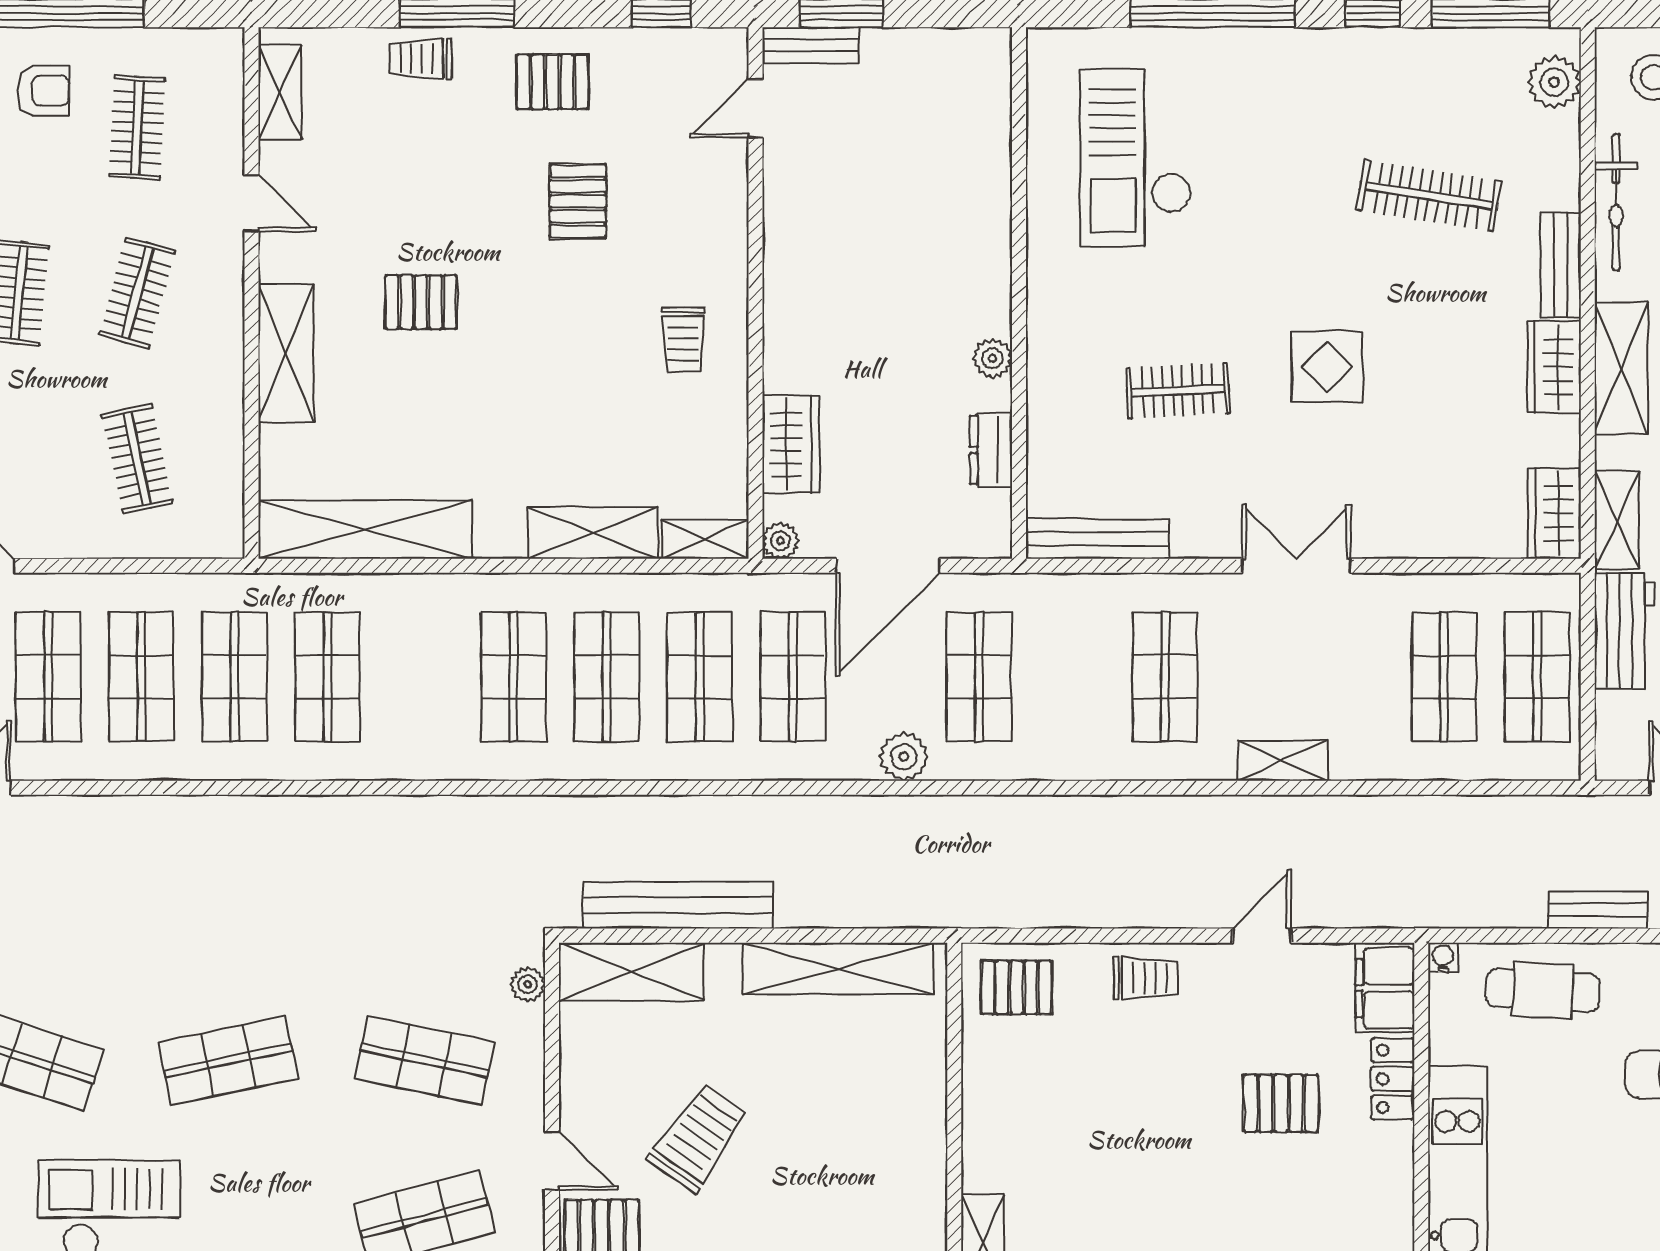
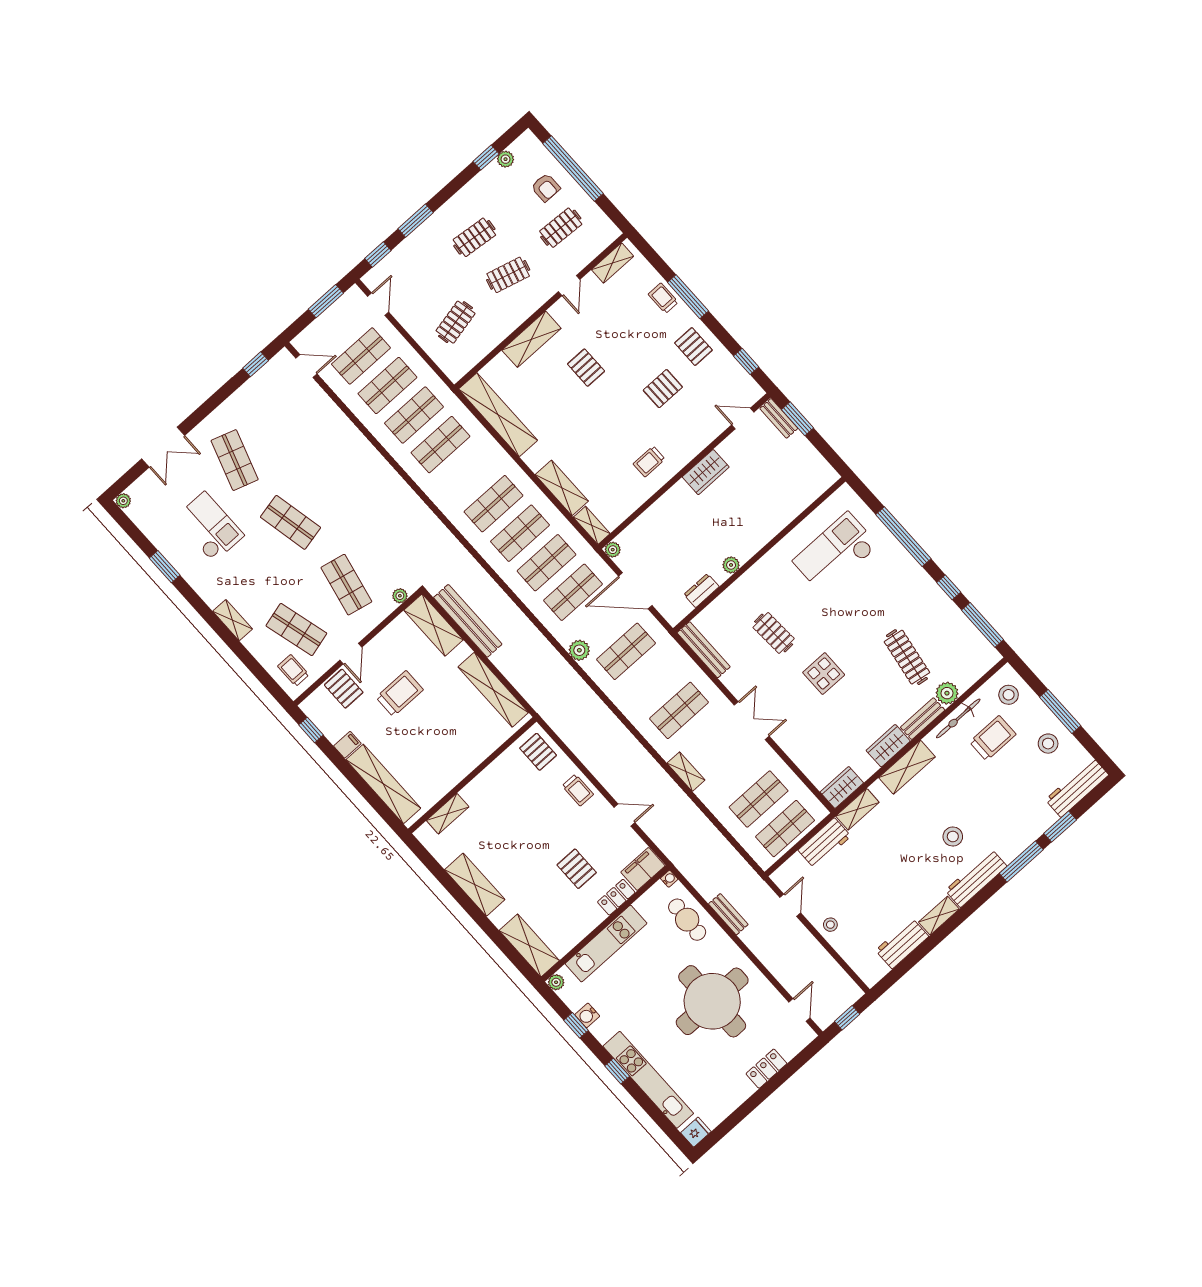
plant: (1554, 82) -> (947, 693), moved
wardrobe: (791, 444) -> (706, 472), moved
trolley: (698, 1138) -> (400, 694), turned -35

